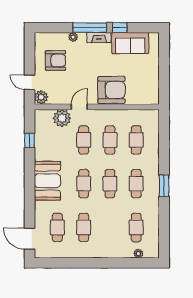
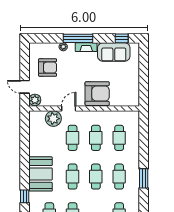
window: (120, 28) -> (122, 38), moved
window: (30, 140) -> (25, 196), moved

